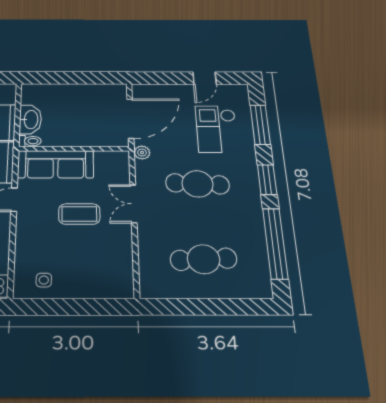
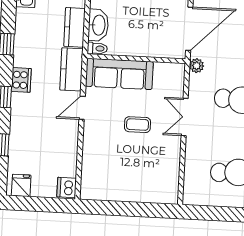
coffee table: (79, 214) -> (137, 125), width x0.73, depth x0.77
side table: (44, 280) -> (105, 184), removed

